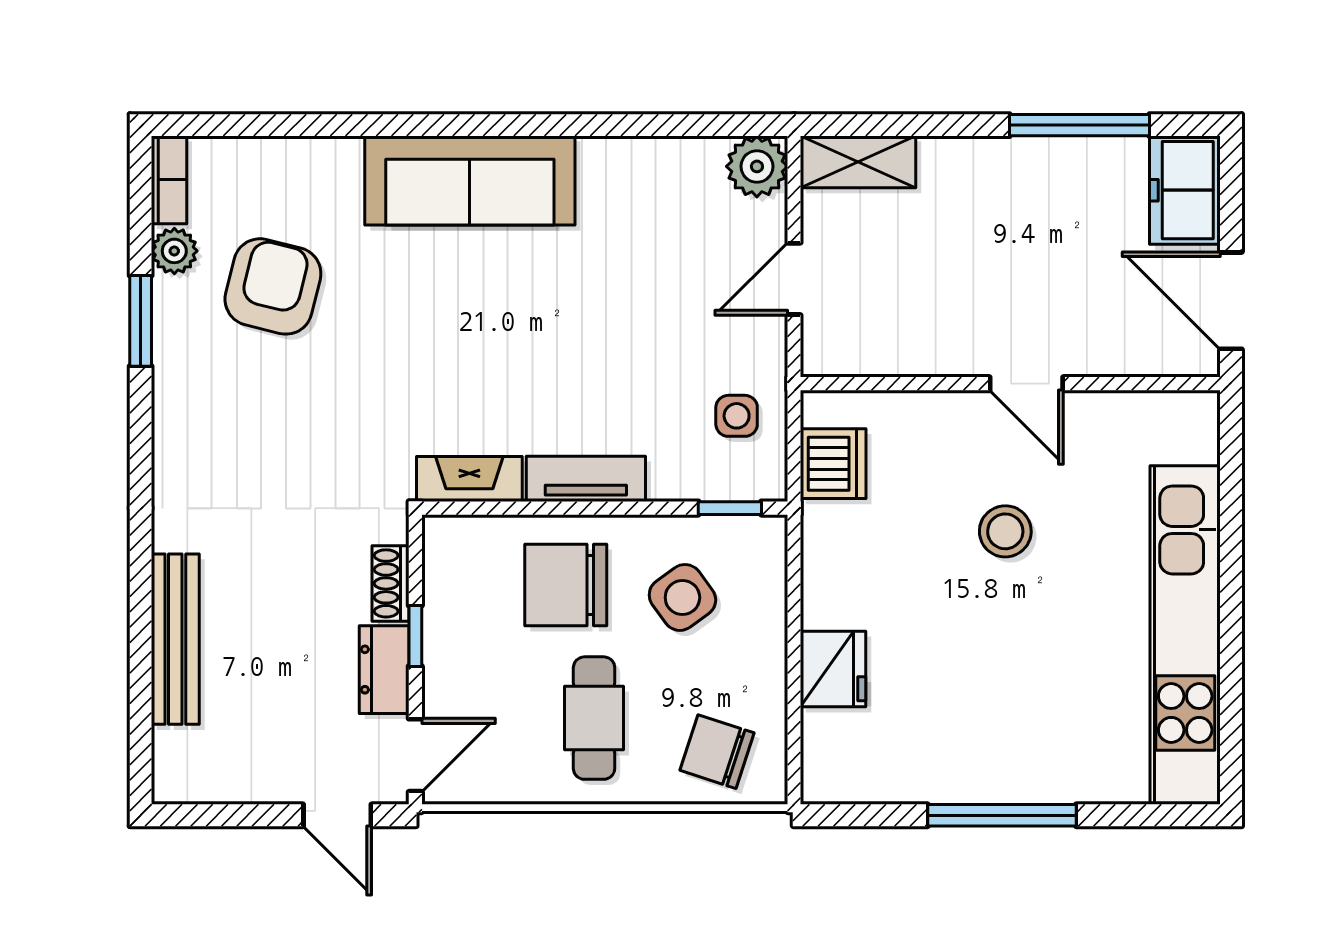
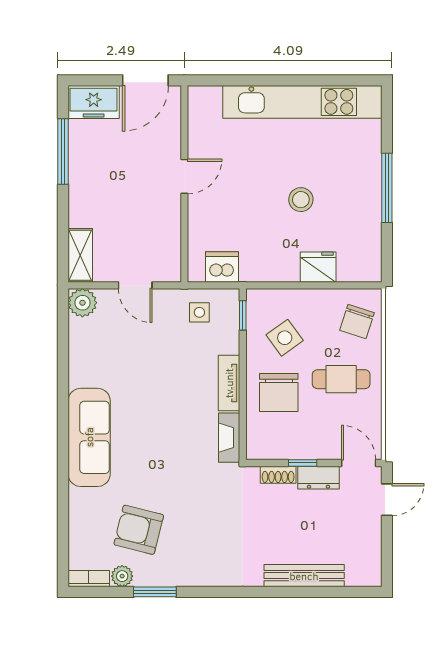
stool: (1005, 531) -> (301, 200), moved

